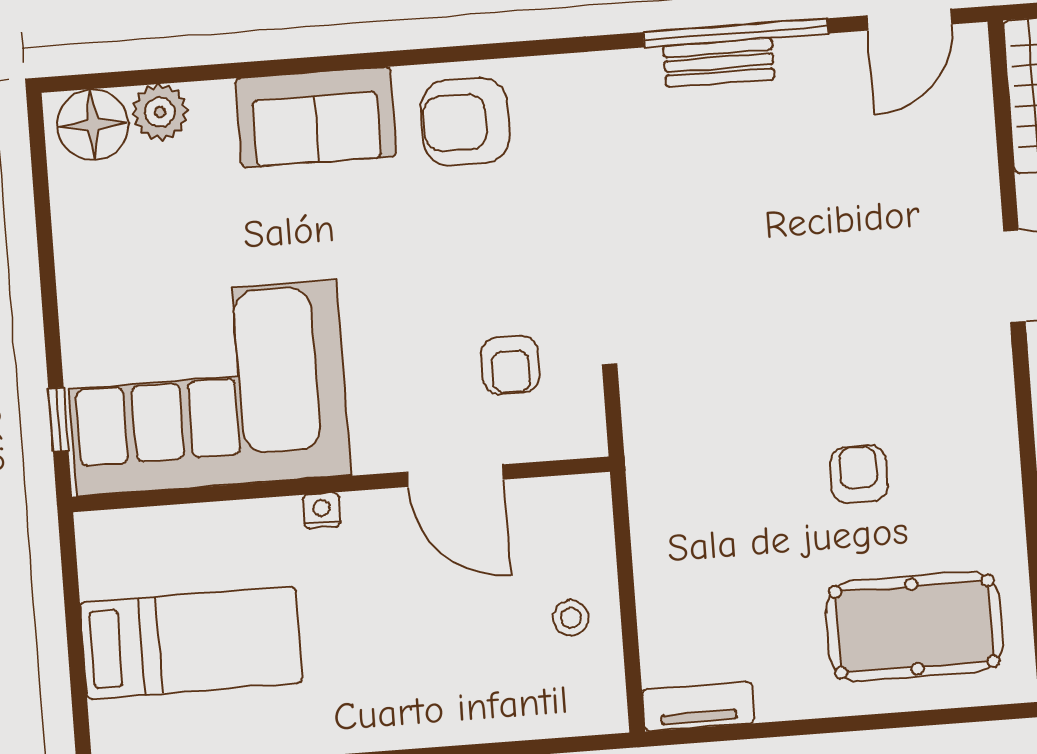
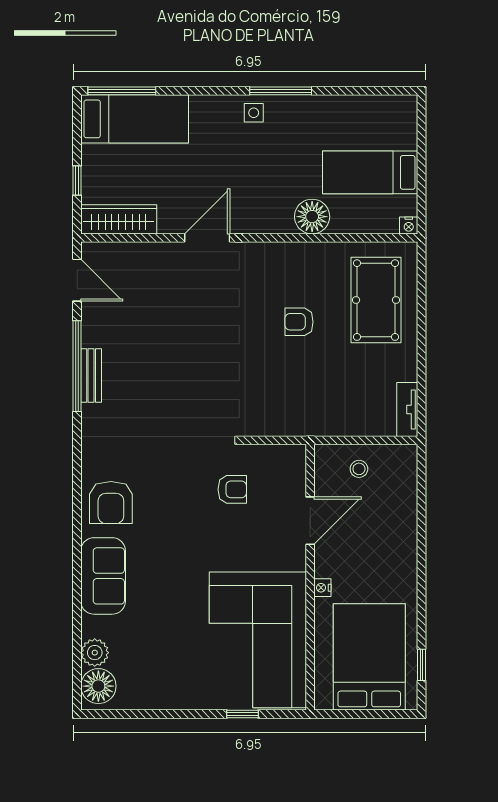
corner sofa: (207, 388) -> (258, 640), moved
door: (455, 476) -> (310, 521), moved
wall: (341, 484) -> (310, 577), moved
nightstand: (322, 511) -> (322, 588), moved
bed: (191, 643) -> (369, 657), width x1.50

